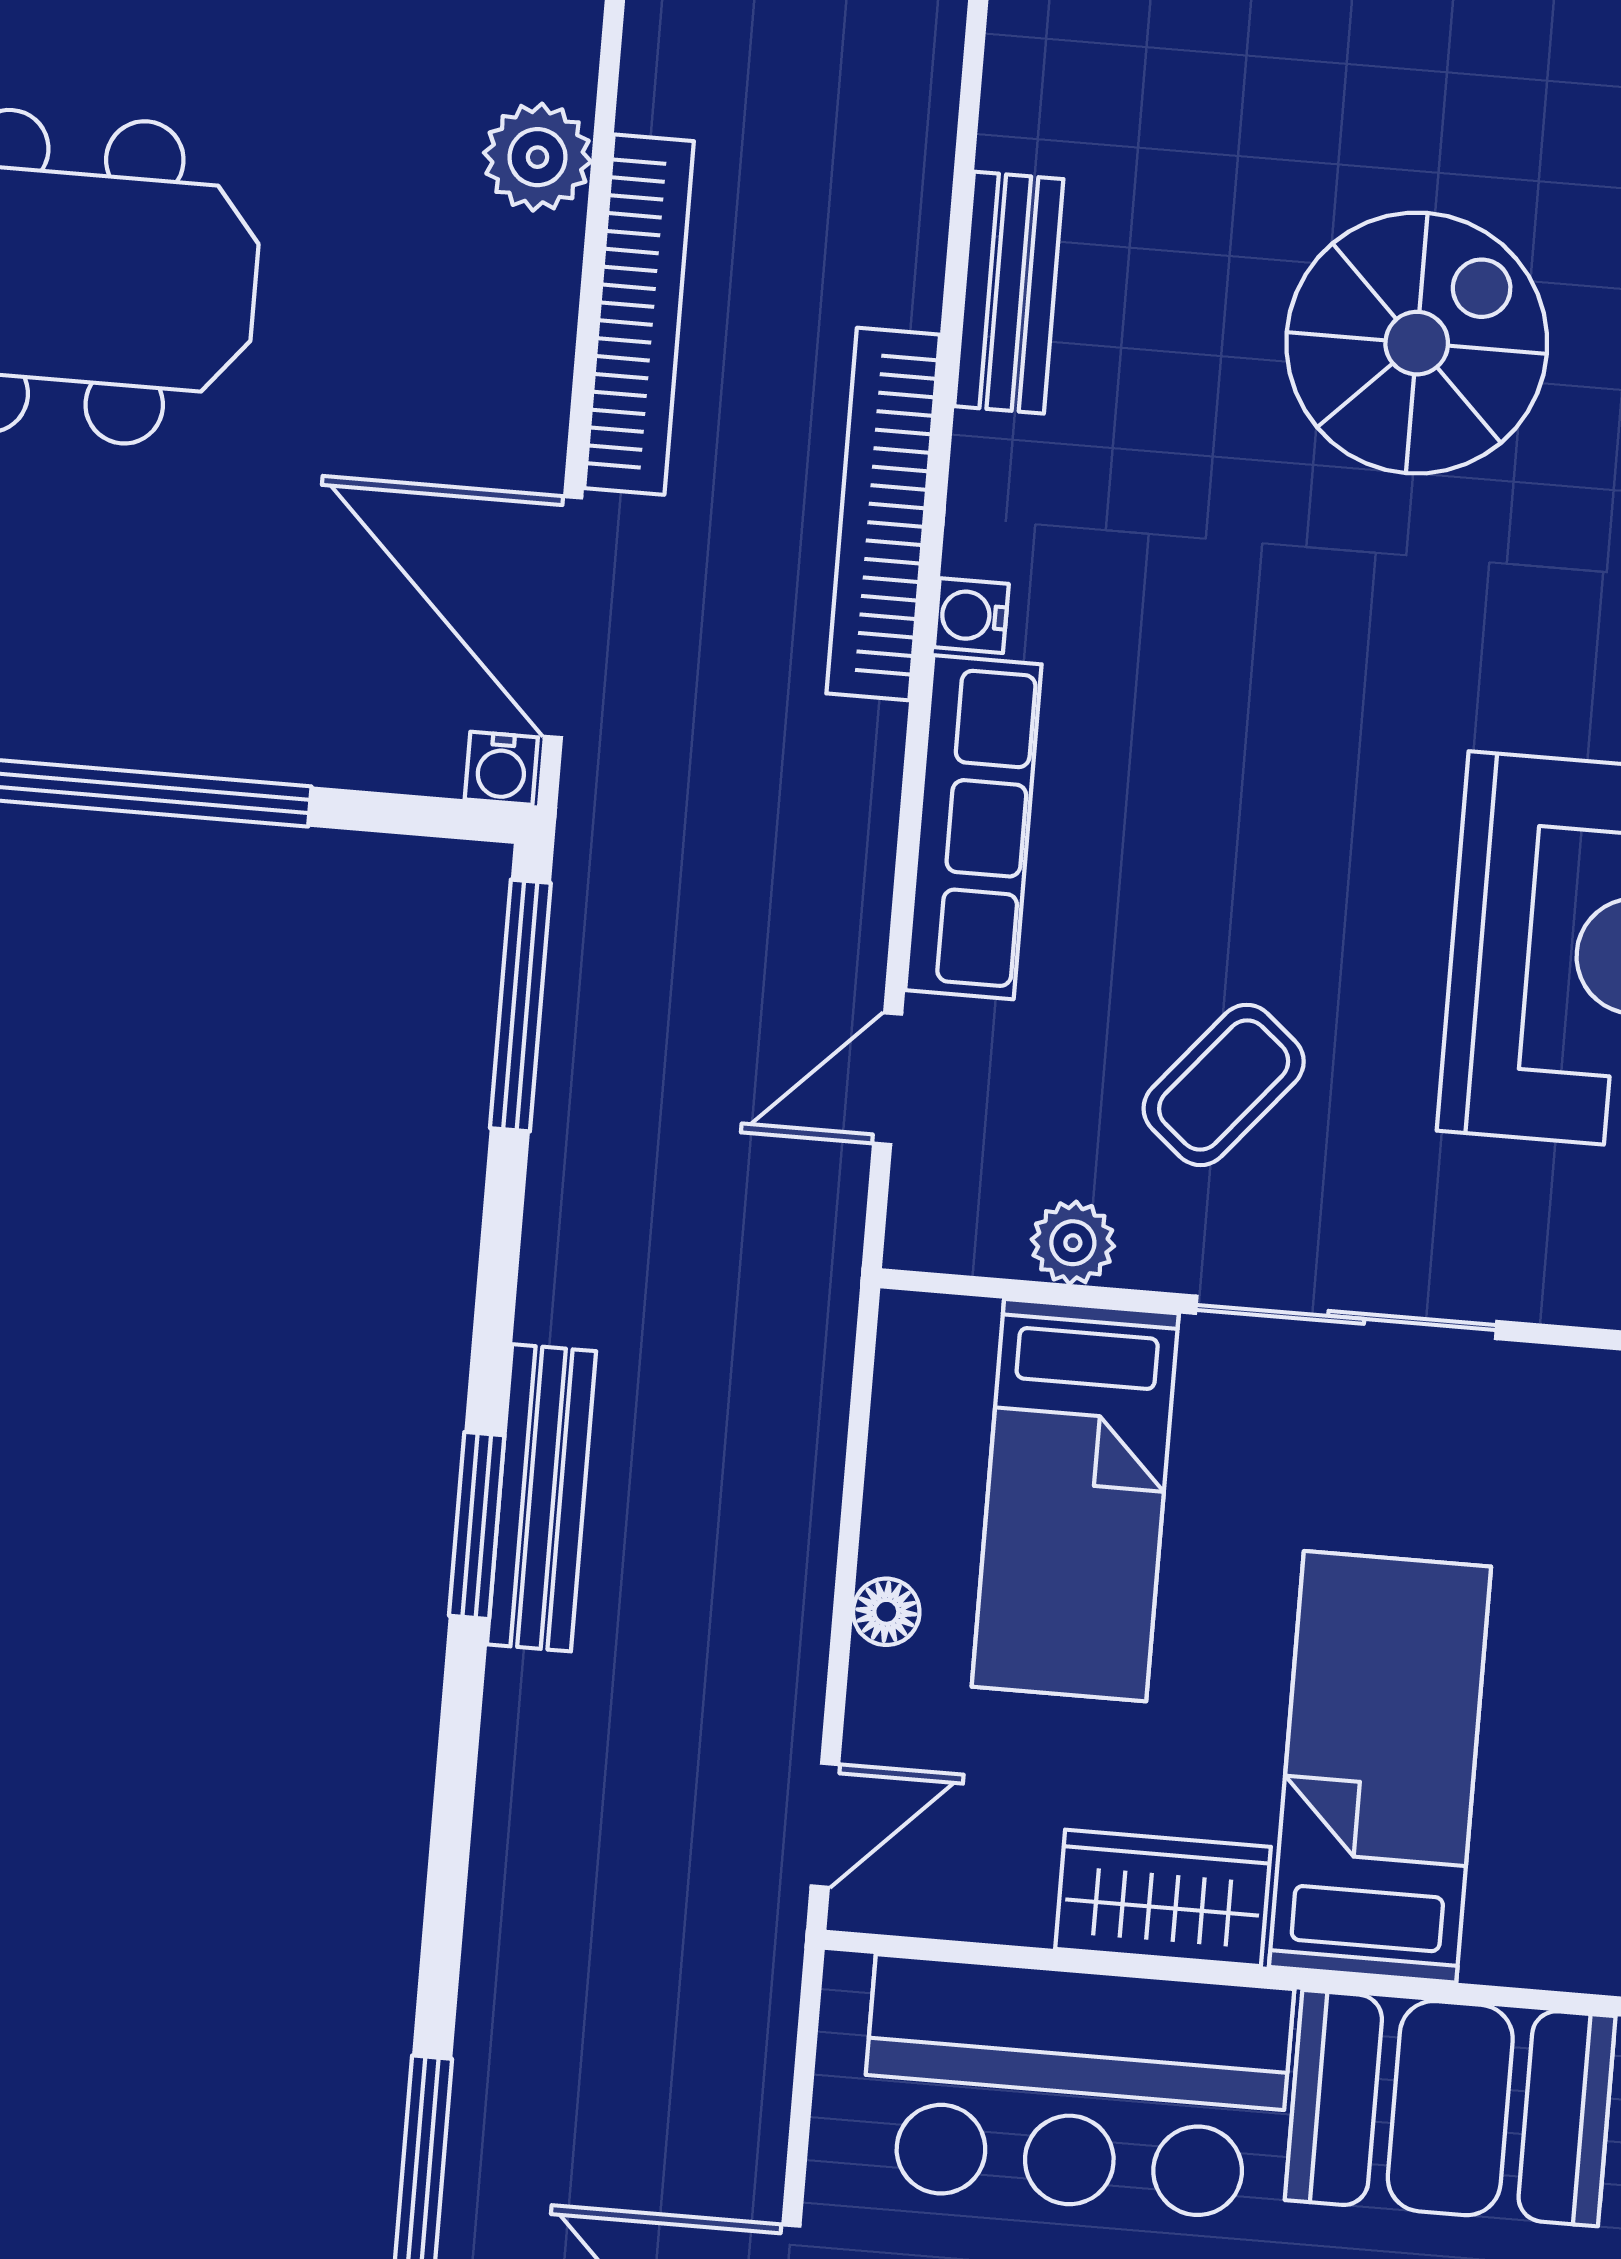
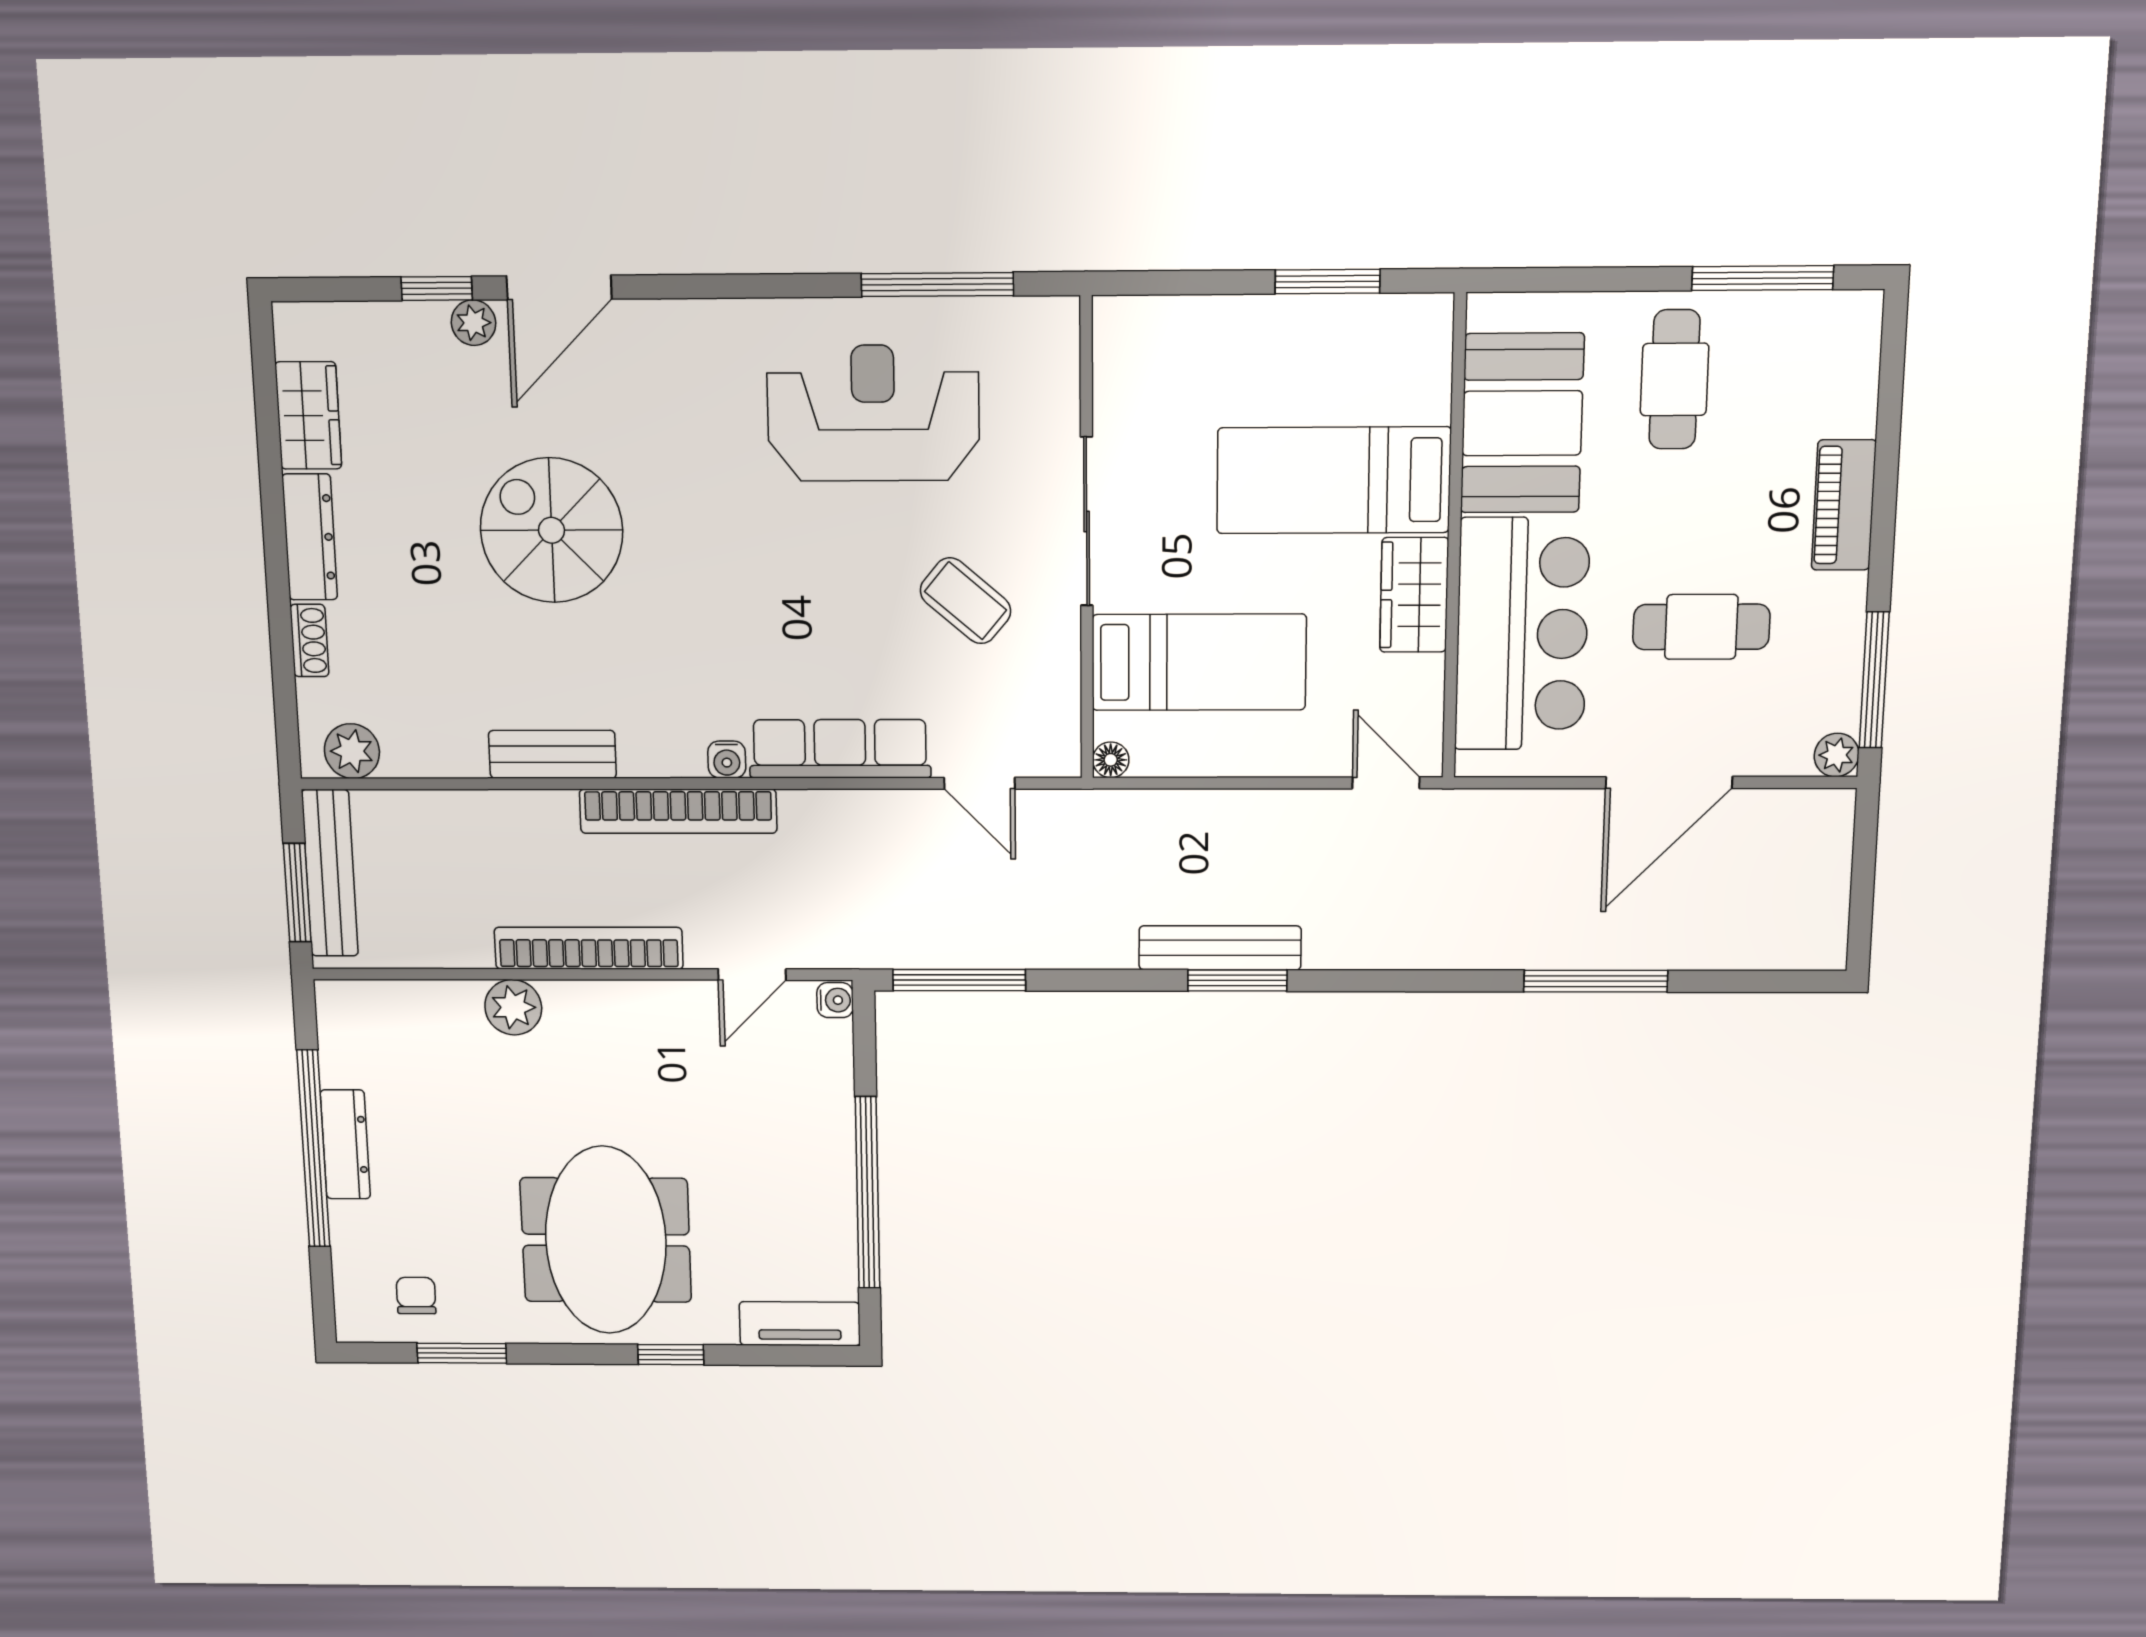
door: (563, 617) -> (752, 975), width x0.53
plant: (1073, 1243) -> (1059, 676), removed
floor lamp: (886, 1612) -> (1111, 760), moved

